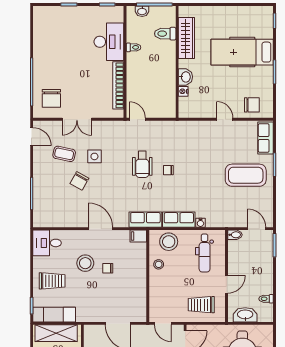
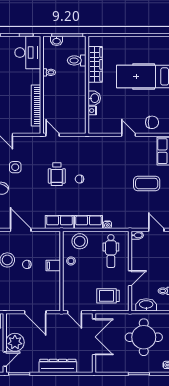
desk: (109, 42) -> (28, 53), moved
coffee table: (246, 175) -> (147, 183), width x0.73, depth x0.76
filing cabinet: (138, 236) -> (53, 266), moved

